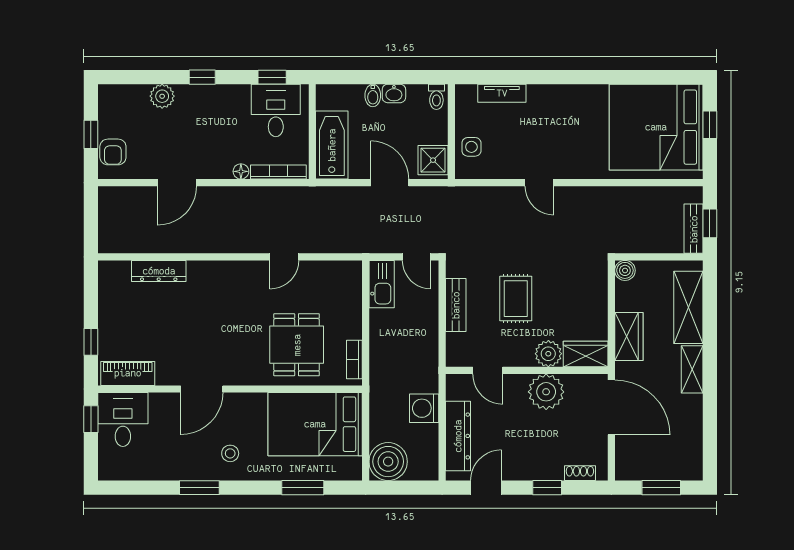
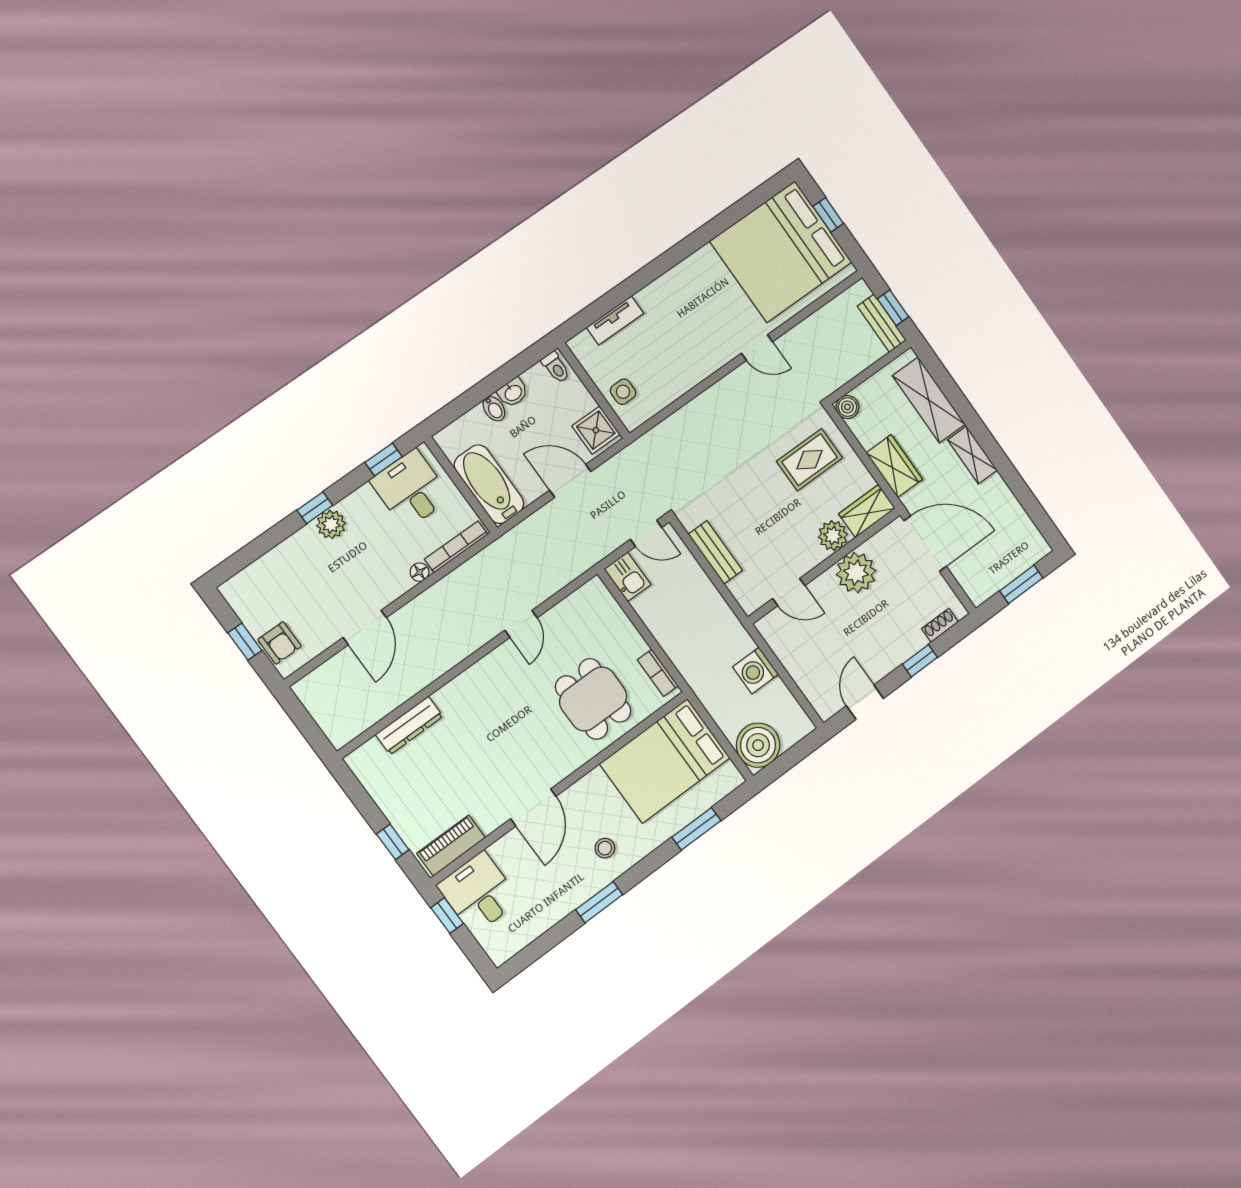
plant: (162, 96) -> (331, 524), moved
door: (539, 183) -> (757, 348), moved
kitchen sink: (382, 284) -> (628, 577), width x0.73
rug: (516, 299) -> (809, 460), moved, turned 90
dresser: (458, 436) -> (805, 673), removed

